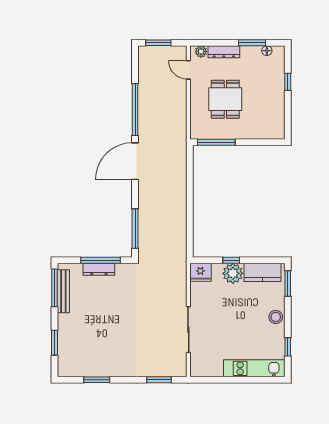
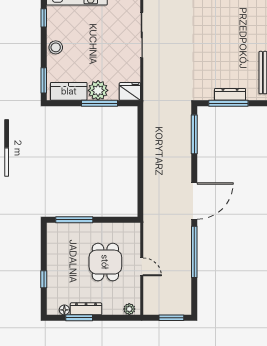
dresser: (224, 52) -> (86, 309), moved
door: (188, 70) -> (142, 267), moved
window: (216, 142) -> (74, 220), moved
window: (231, 260) -> (100, 103), width x2.17

